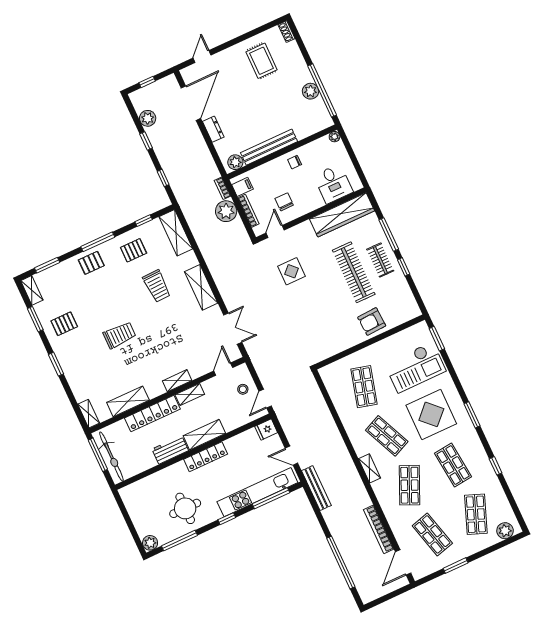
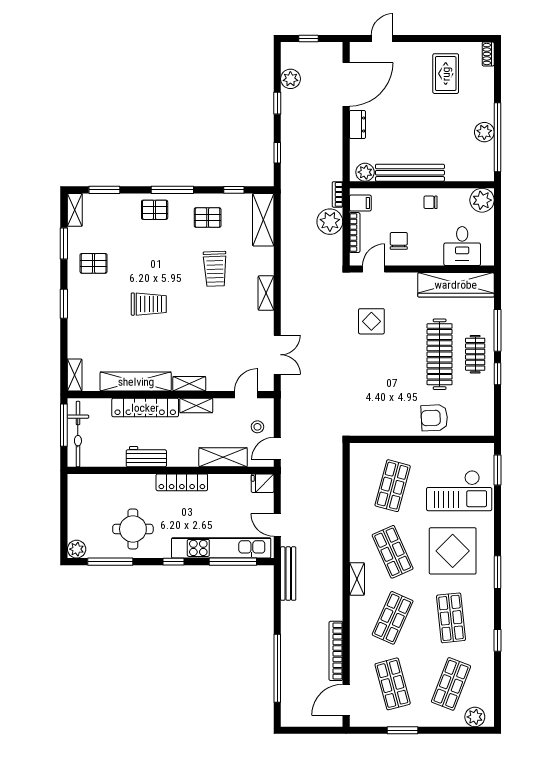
plant: (335, 137) -> (482, 200), width x1.88, depth x1.88
shelving: (201, 287) -> (266, 293), width x0.67, depth x0.75
shelving: (128, 401) -> (136, 382), width x1.47
shelving: (204, 435) -> (223, 457), moved

